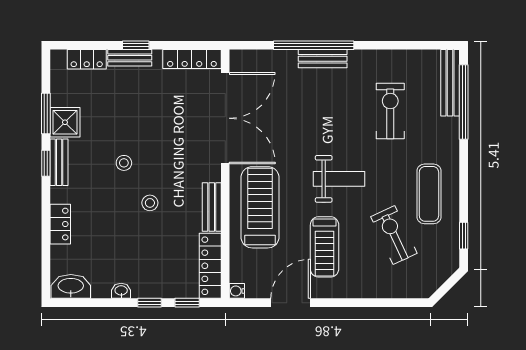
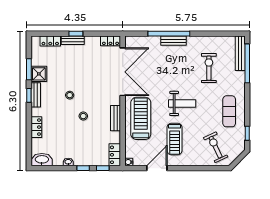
locker: (192, 59) -> (110, 41), width x0.66
exercise bike: (394, 235) -> (216, 147), moved
locker: (210, 266) -> (115, 155), width x0.66

